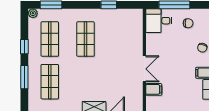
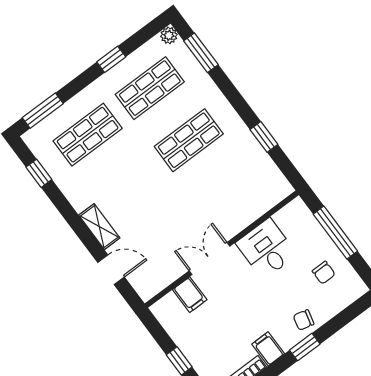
desk: (159, 21) -> (266, 249), moved
double door: (144, 69) -> (209, 258), swing flipped
window: (24, 77) -> (43, 111), moved

